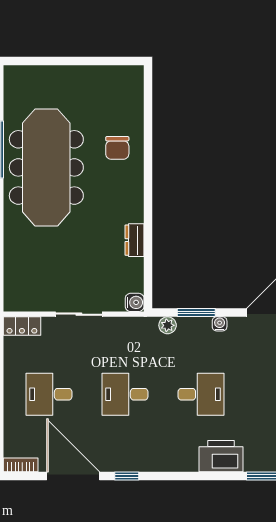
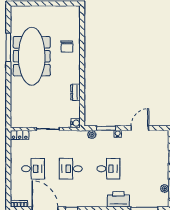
desk: (49, 394) -> (33, 169), turned 180

